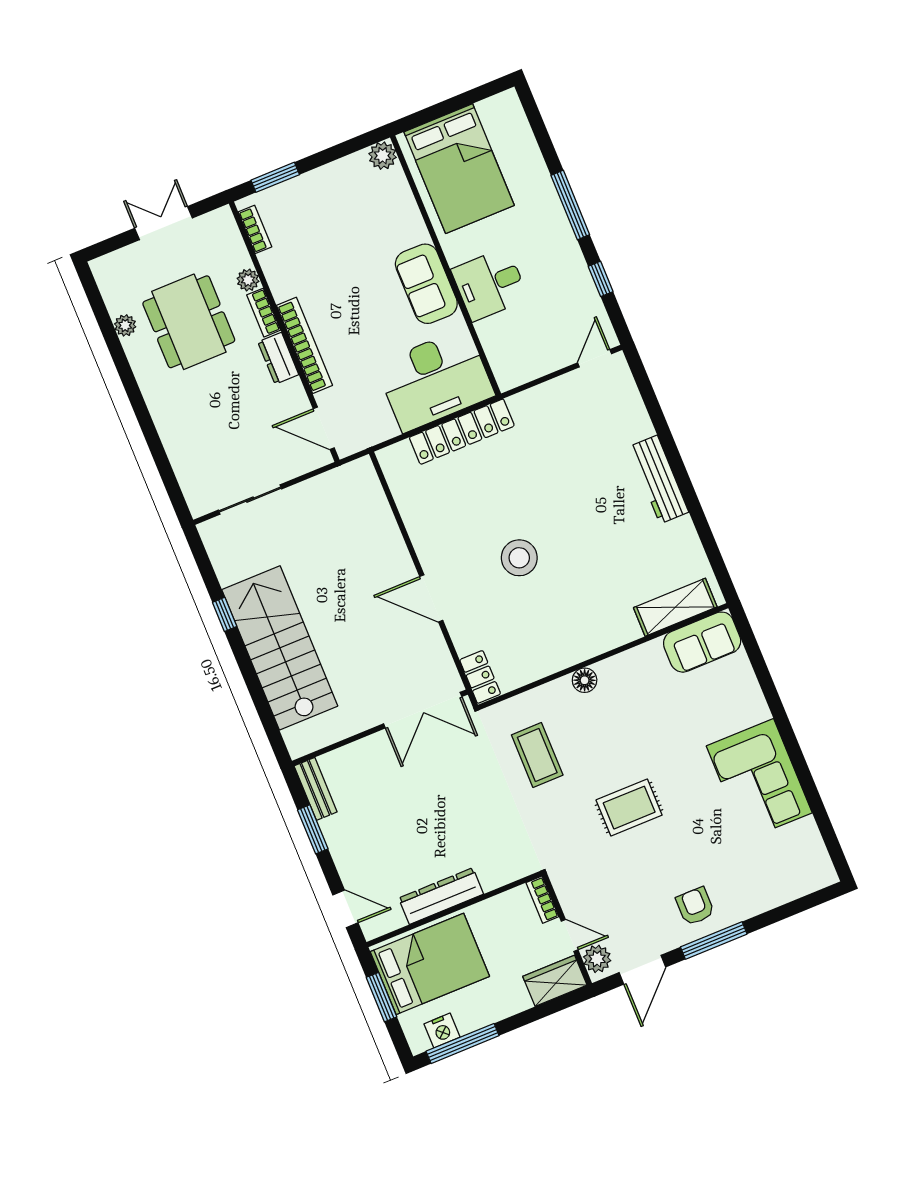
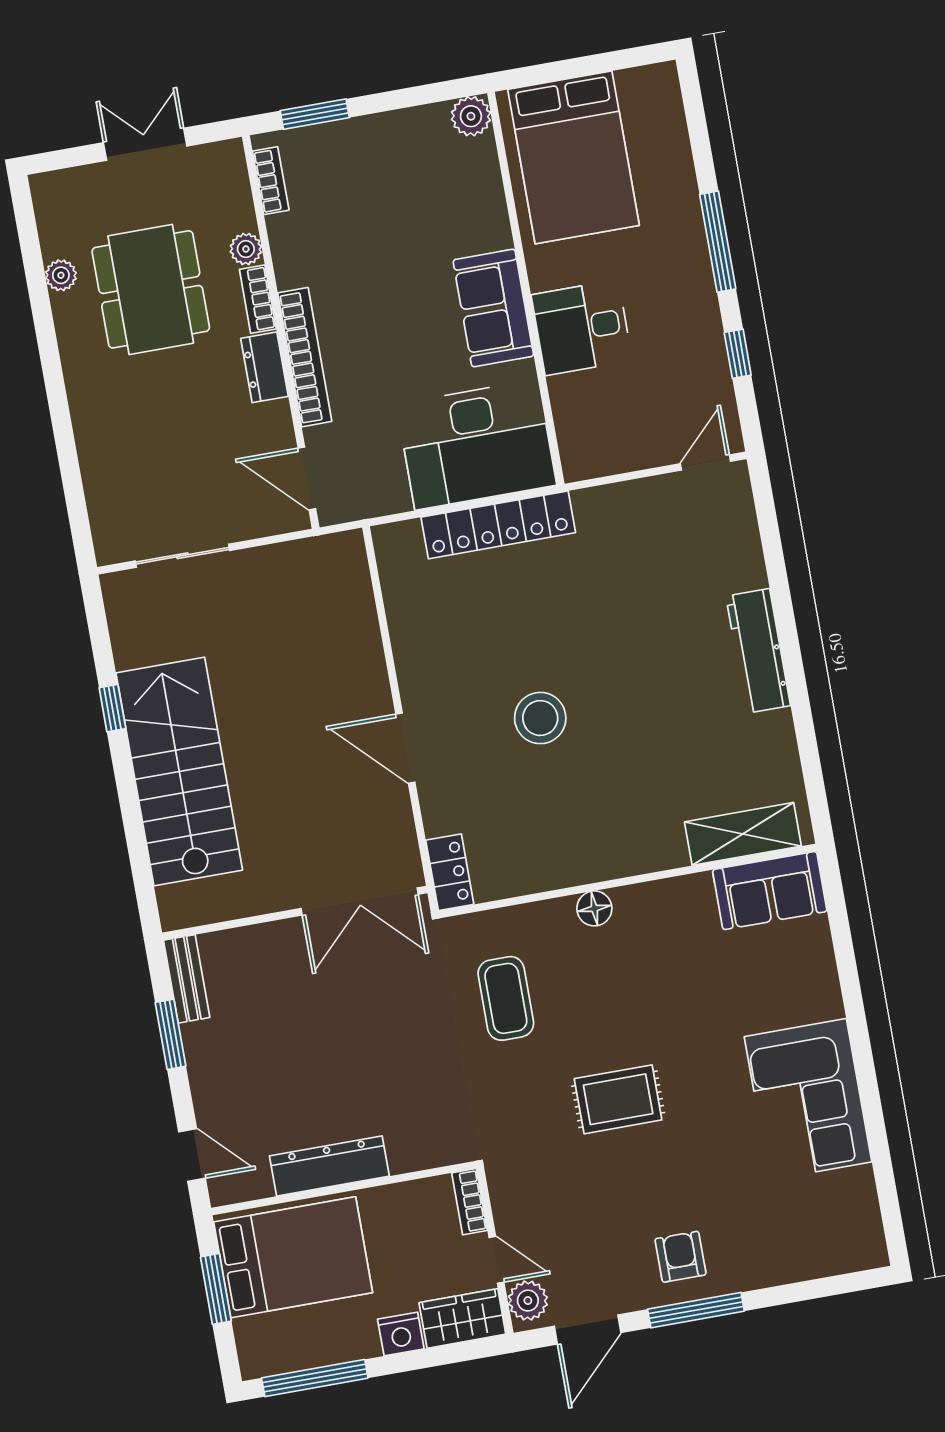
nightstand: (442, 1030) -> (401, 1334), moved

